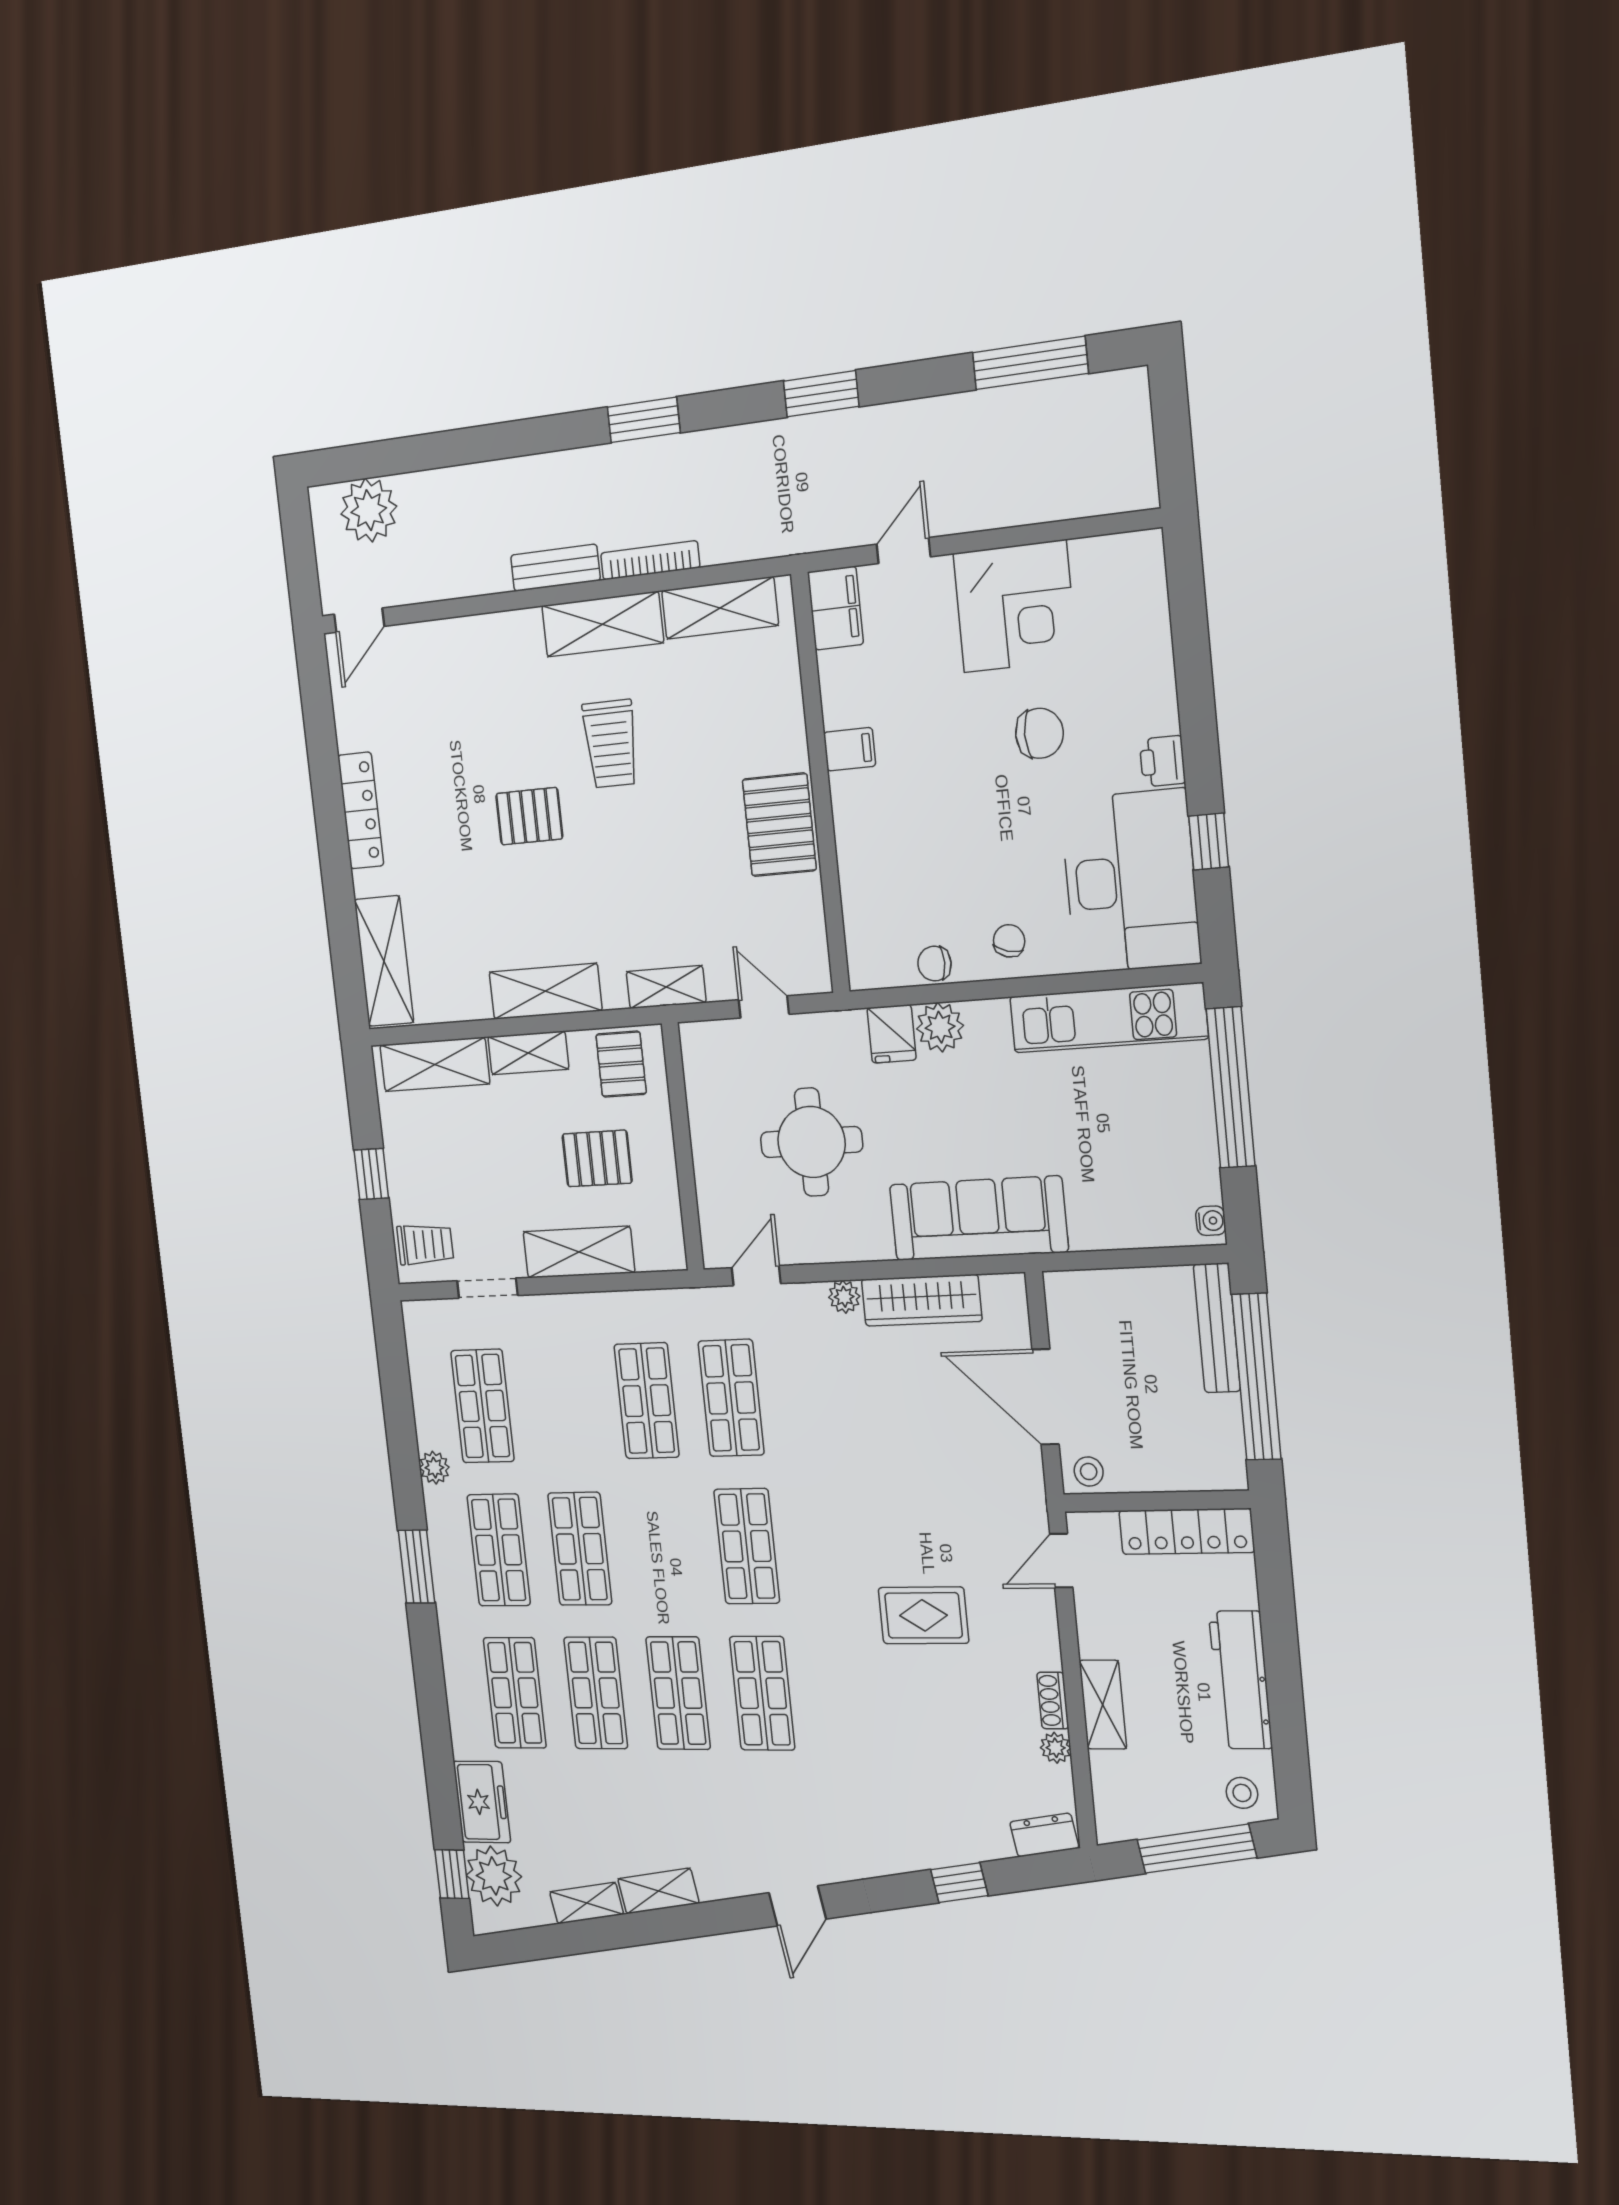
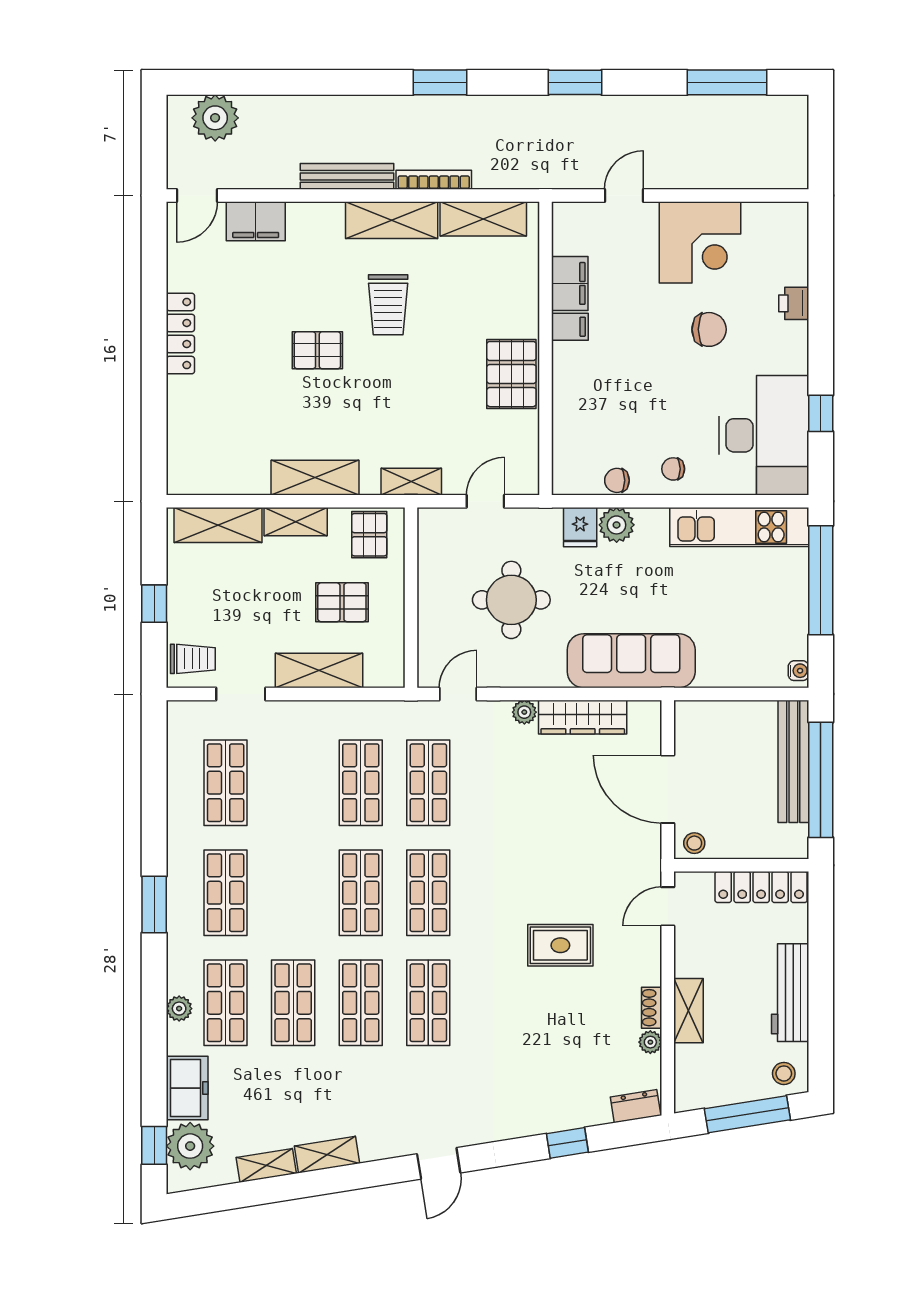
bench: (555, 568) -> (347, 176), width x1.36
filing cabinet: (835, 608) -> (570, 283), moved
filing cabinet: (434, 647) -> (256, 221), added
printer: (1162, 761) -> (794, 303), moved
chair: (1009, 941) -> (673, 469), turned -105
shelving: (384, 961) -> (185, 446), removed
door: (764, 1007) -> (485, 501), hinge flipped
bench: (1217, 1328) -> (793, 761), width x1.37, depth x1.21
plant: (434, 1468) -> (179, 1009), moved
shop shelf: (580, 1549) -> (361, 893), moved

